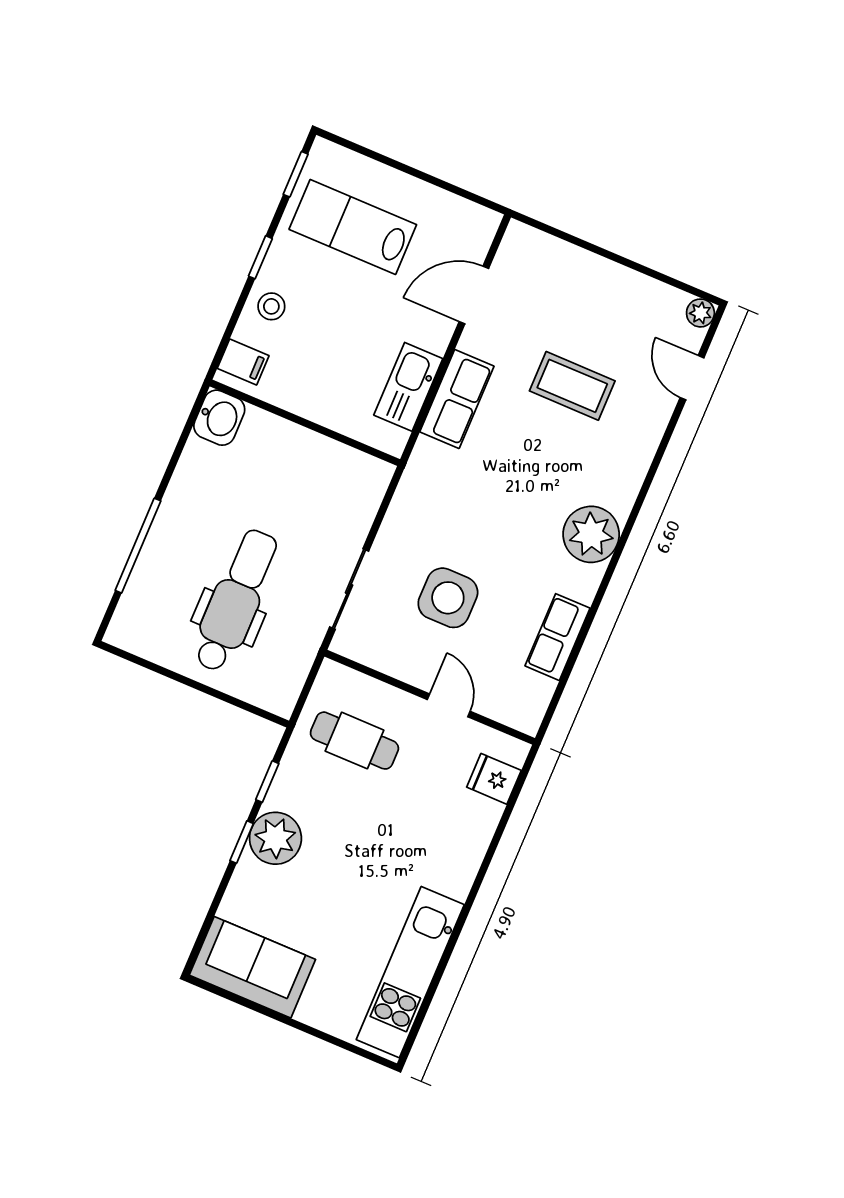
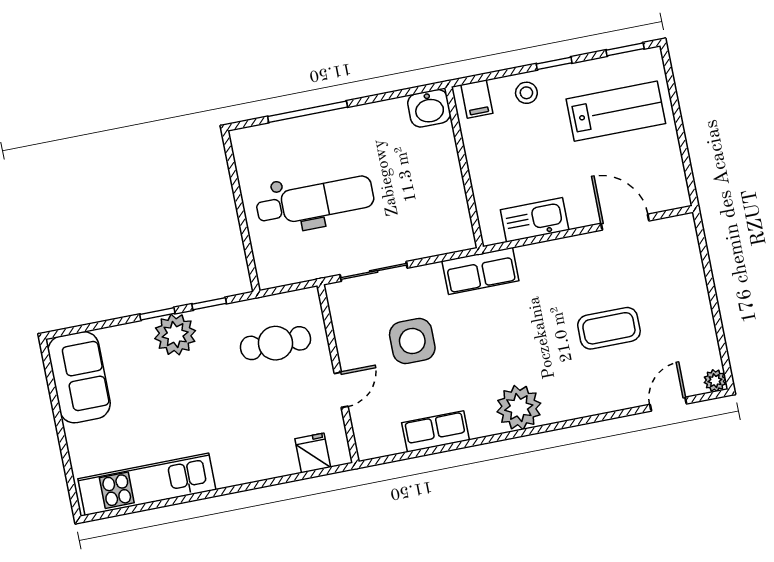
lab bench: (353, 227) -> (616, 111), turned 90
coffee table: (572, 386) -> (609, 328), turned 90
row of seats: (457, 399) -> (480, 271), moved
cafe table: (354, 741) -> (275, 343), turned 90

